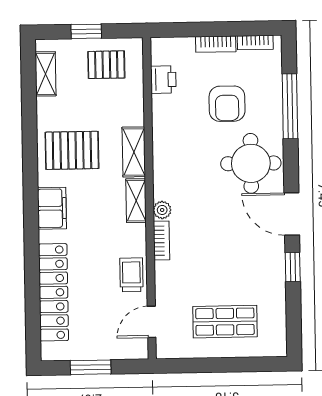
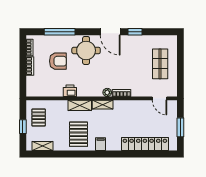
printer: (163, 80) -> (70, 91), moved
filing cabinet: (52, 208) -> (101, 144), width x0.50
door: (292, 214) -> (110, 32), hinge flipped
trolley: (131, 275) -> (137, 107), removed

